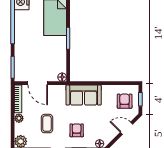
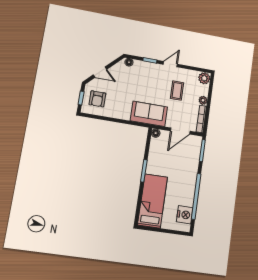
door: (38, 83) -> (180, 131), swing flipped
sofa: (84, 95) -> (149, 114), moved
armchair: (77, 130) -> (149, 79), removed

